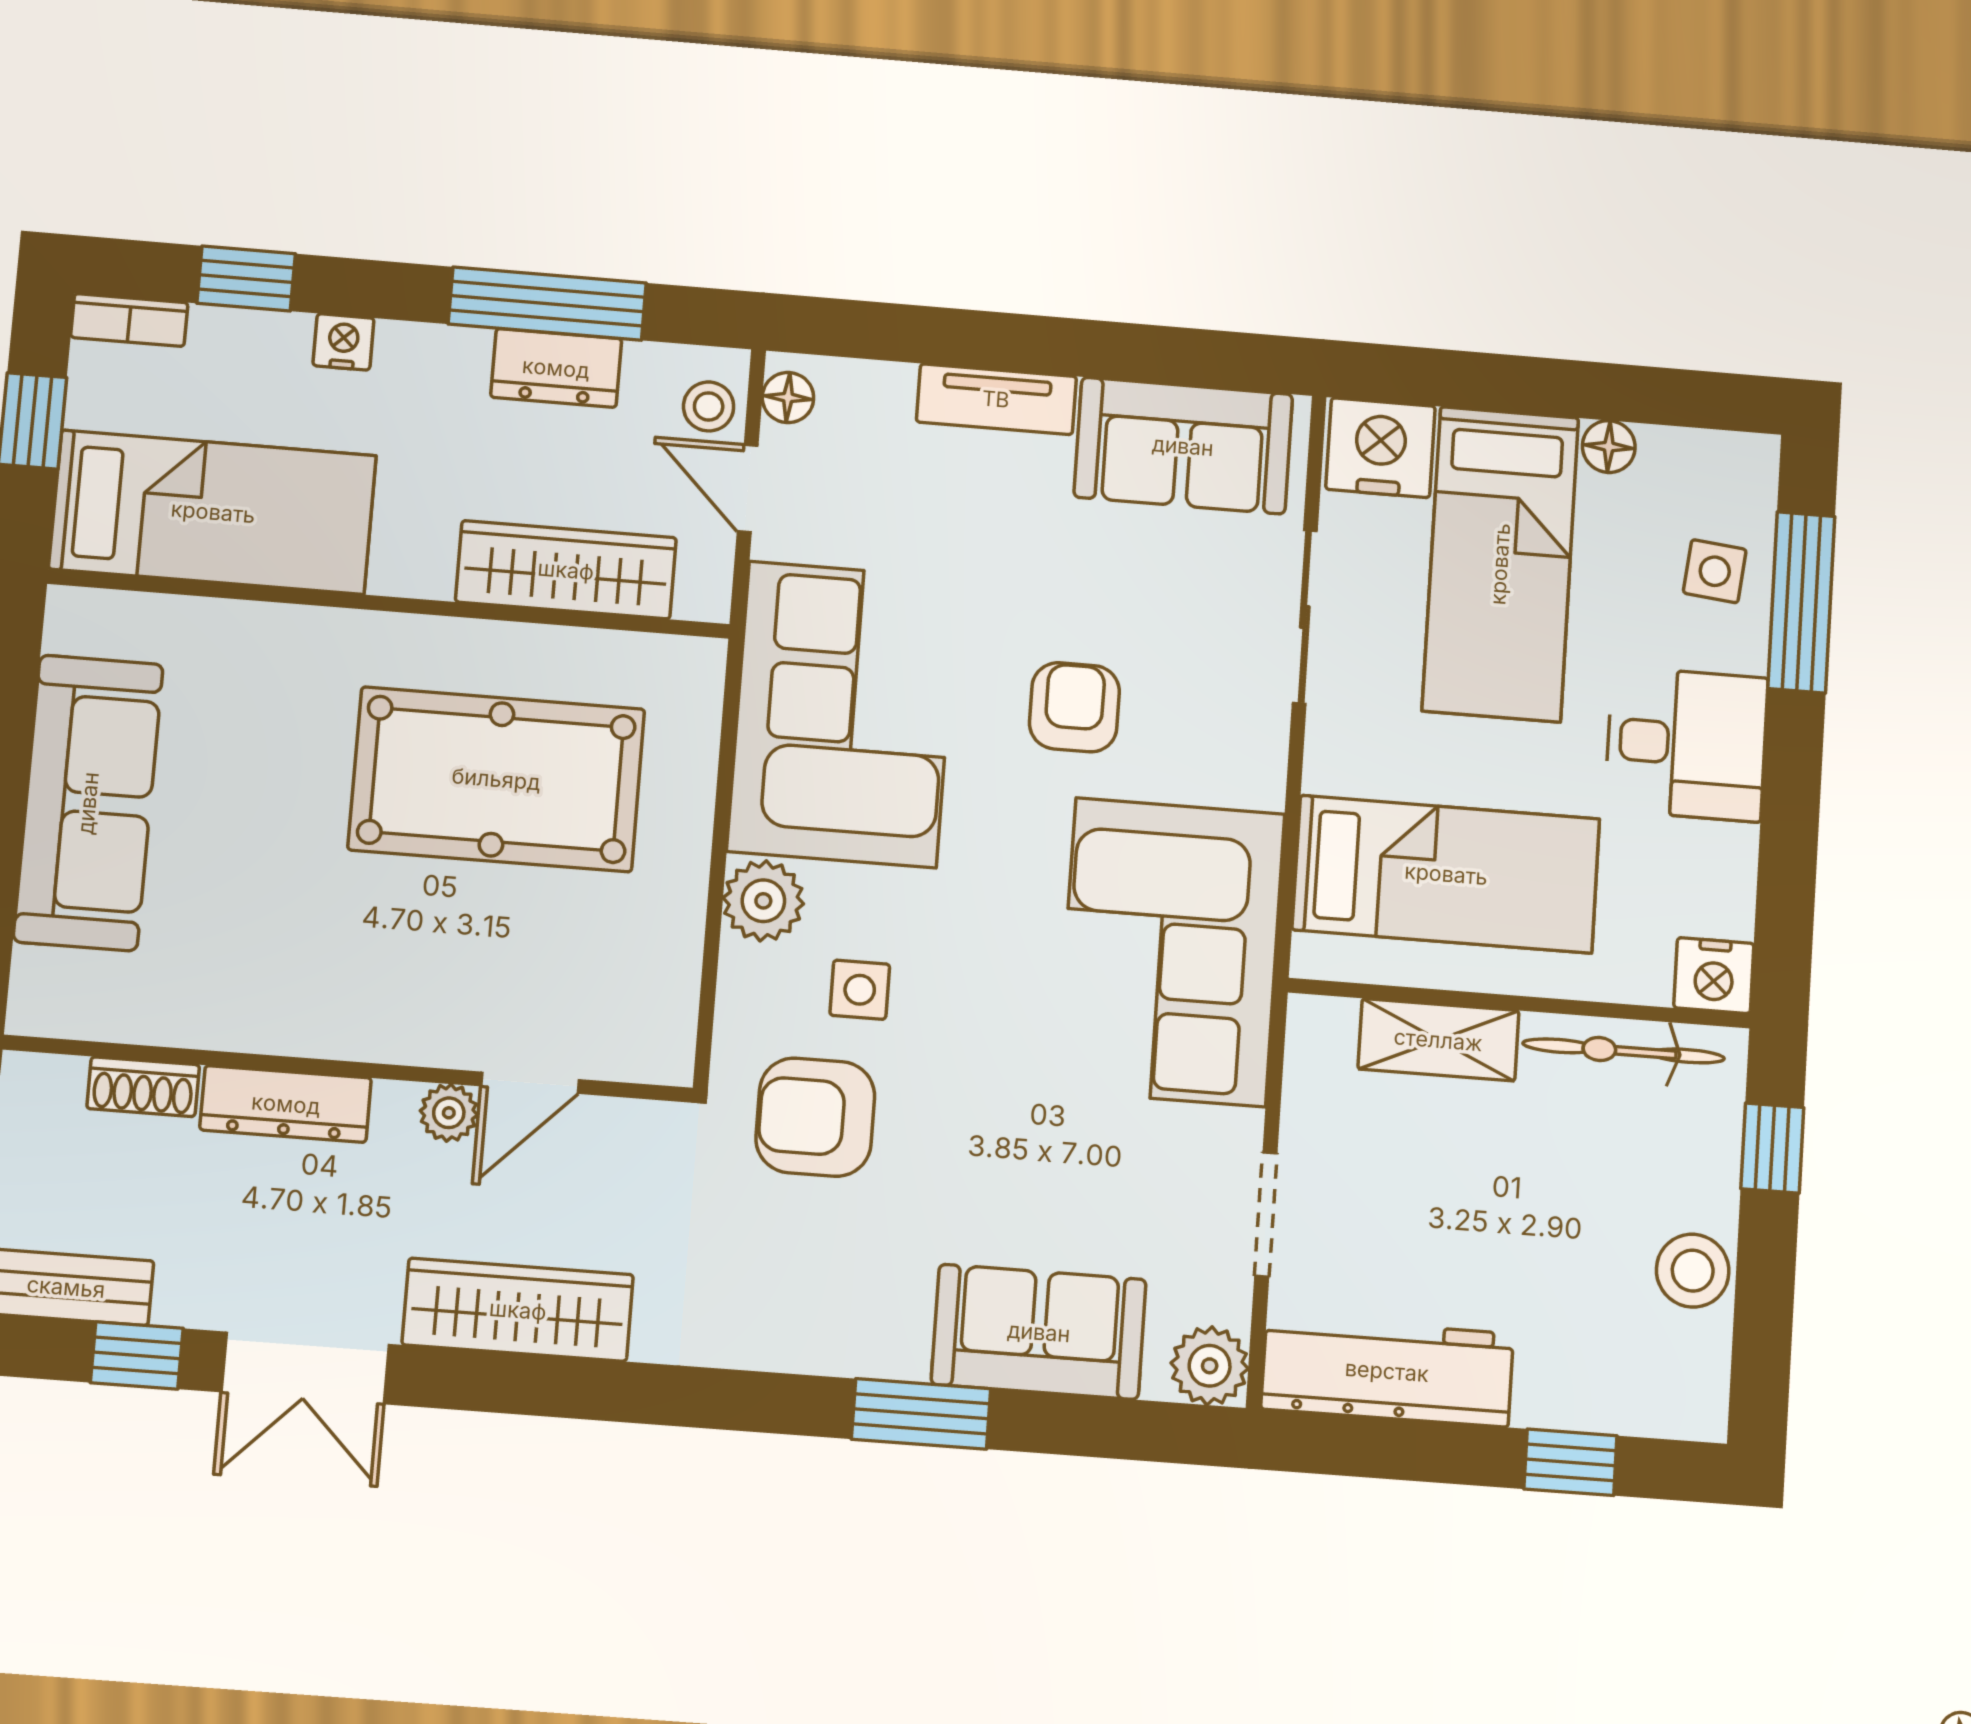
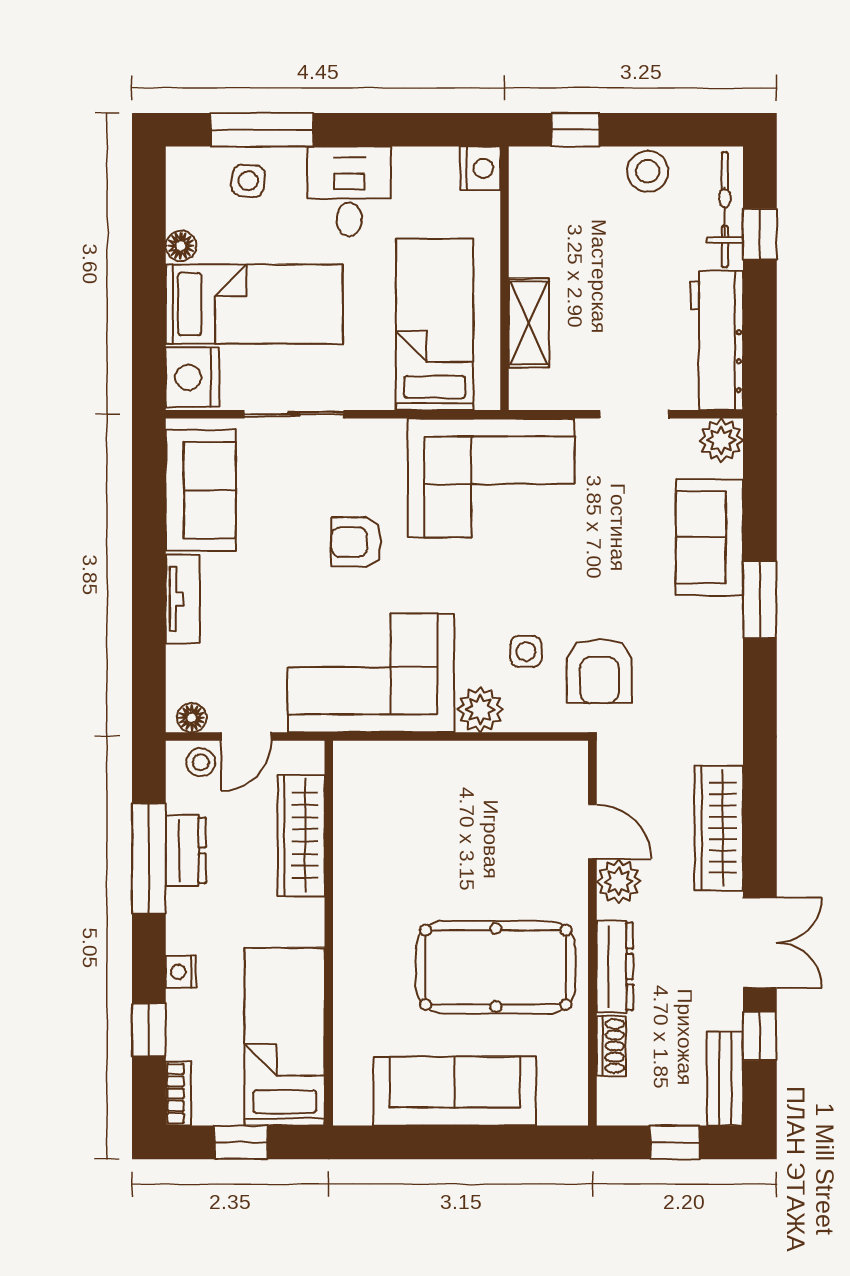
pool table: (496, 779) -> (496, 967), moved, turned 90
bicycle: (1624, 1051) -> (725, 210), moved, turned 180
plant: (449, 1113) -> (619, 881), width x1.38, depth x1.38

